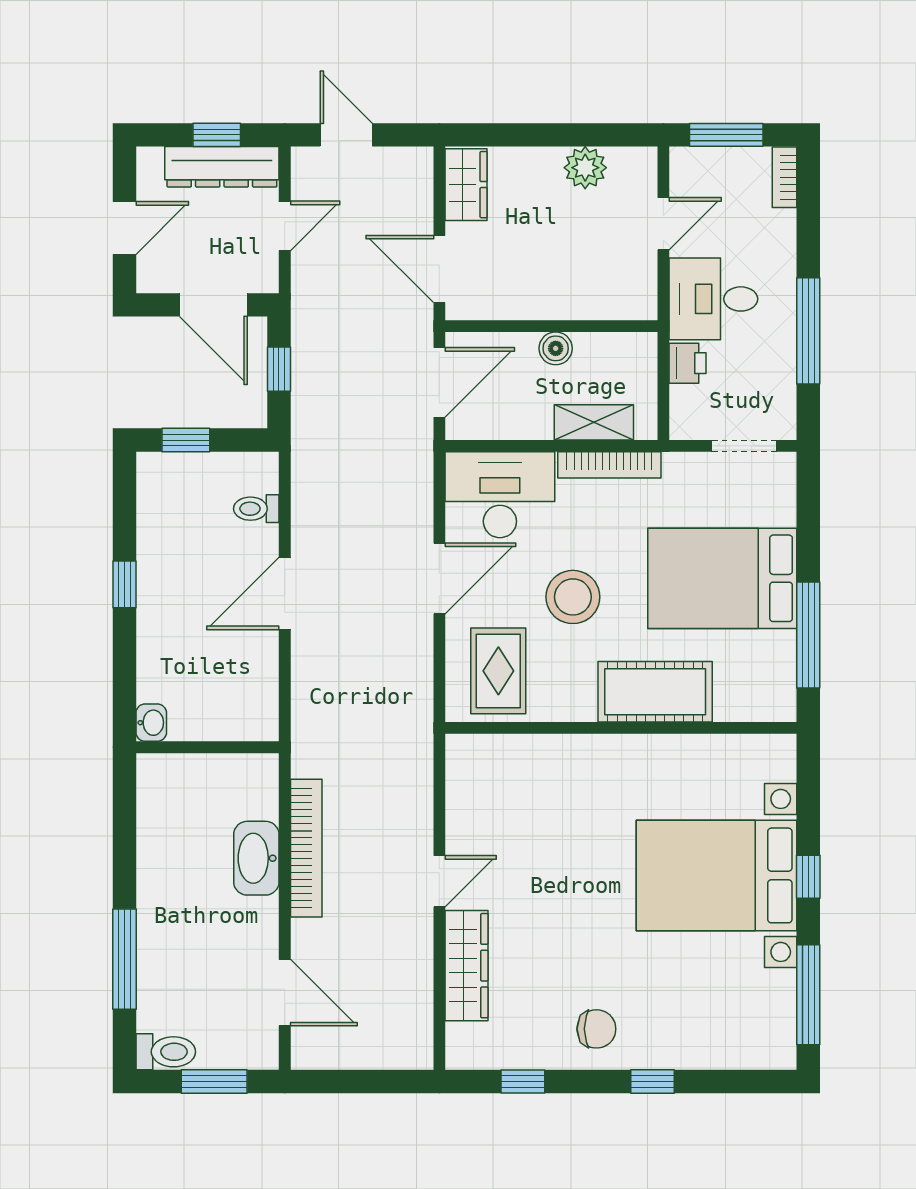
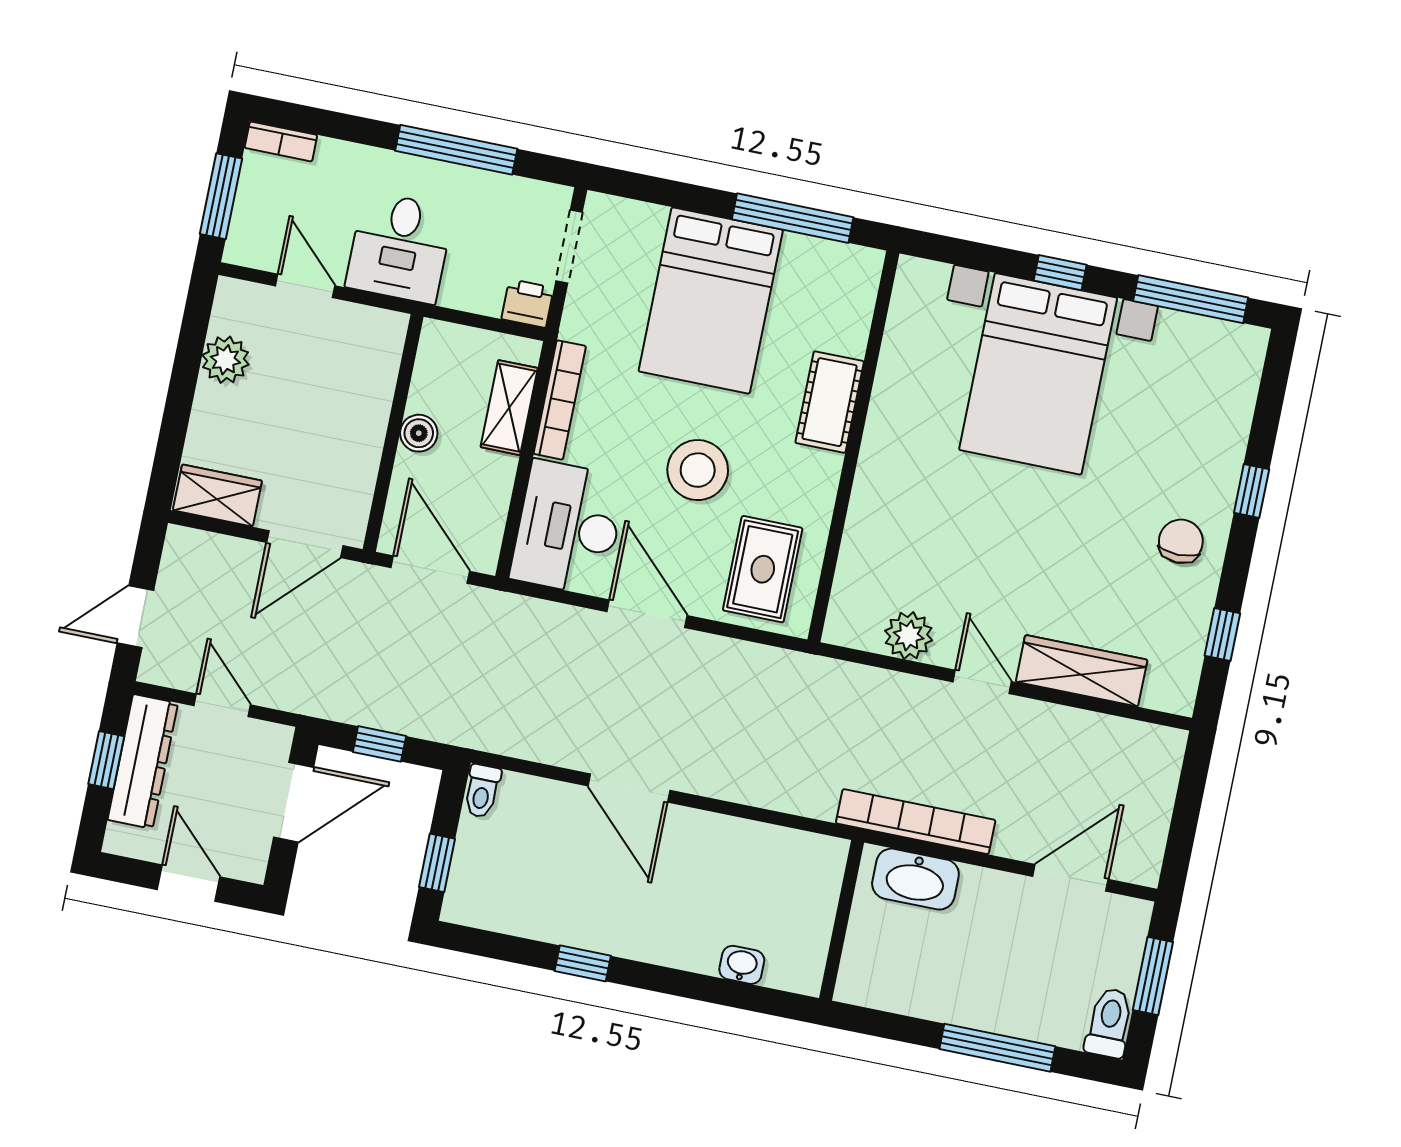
printer: (688, 363) -> (528, 303), moved
toilet: (256, 509) -> (482, 791), moved
rug: (498, 671) -> (763, 569), turned 90
cot: (655, 692) -> (830, 402), width x0.73, depth x0.75
wall: (207, 747) -> (842, 920), moved
plant: (467, 809) -> (909, 636), added

